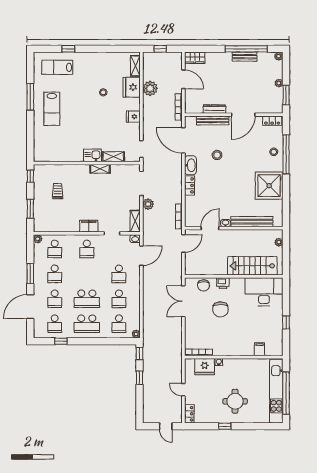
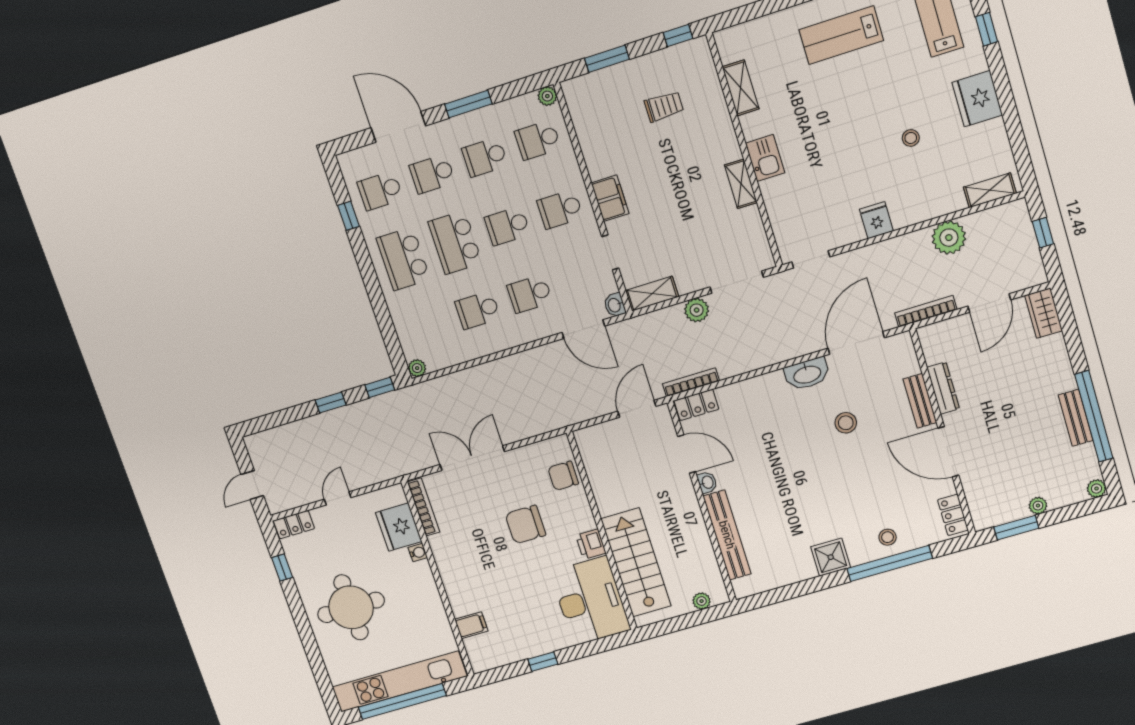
fridge: (132, 87) -> (977, 99), moved, turned -90
bench: (213, 121) -> (920, 401), width x0.73
shelving: (113, 157) -> (741, 88), moved
locker: (190, 185) -> (696, 405), moved
shower: (269, 186) -> (831, 557), width x0.54, depth x0.54
door: (183, 243) -> (637, 409), swing flipped
printer: (223, 283) -> (591, 544), moved
double door: (183, 301) -> (472, 458), moved
school desk: (119, 324) -> (507, 226), moved
round table: (235, 401) -> (351, 607), width x1.36, depth x1.36
window: (225, 426) -> (282, 568), moved

